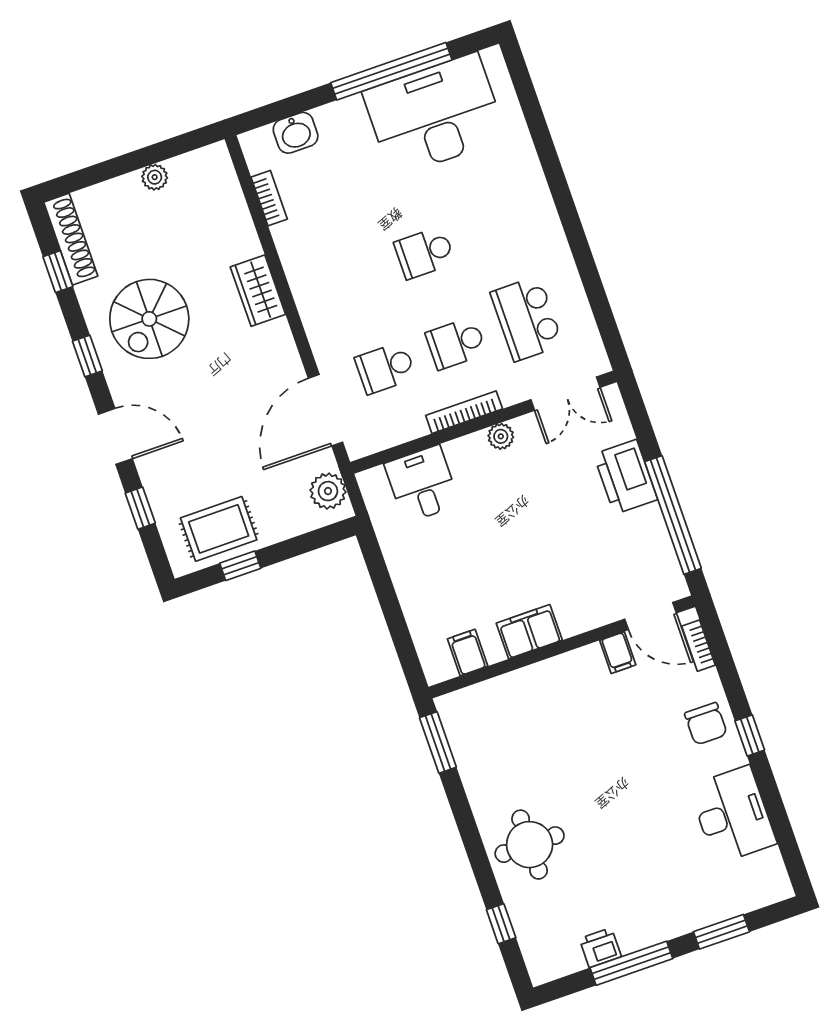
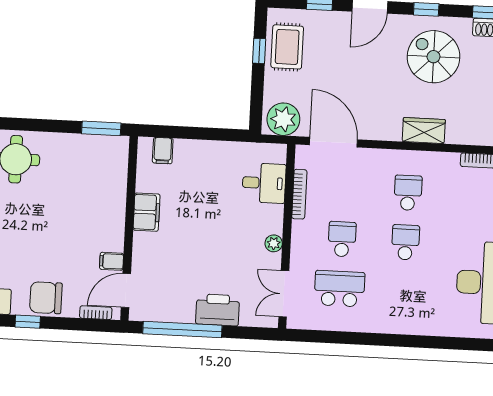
school desk: (385, 368) -> (408, 193), moved
bookcase: (464, 412) -> (299, 194), moved
plant: (328, 491) -> (283, 119), width x1.36, depth x1.36
filing cabinet: (468, 652) -> (163, 151), moved, turned 90
chair: (706, 724) -> (46, 298), width x1.37, depth x1.37

